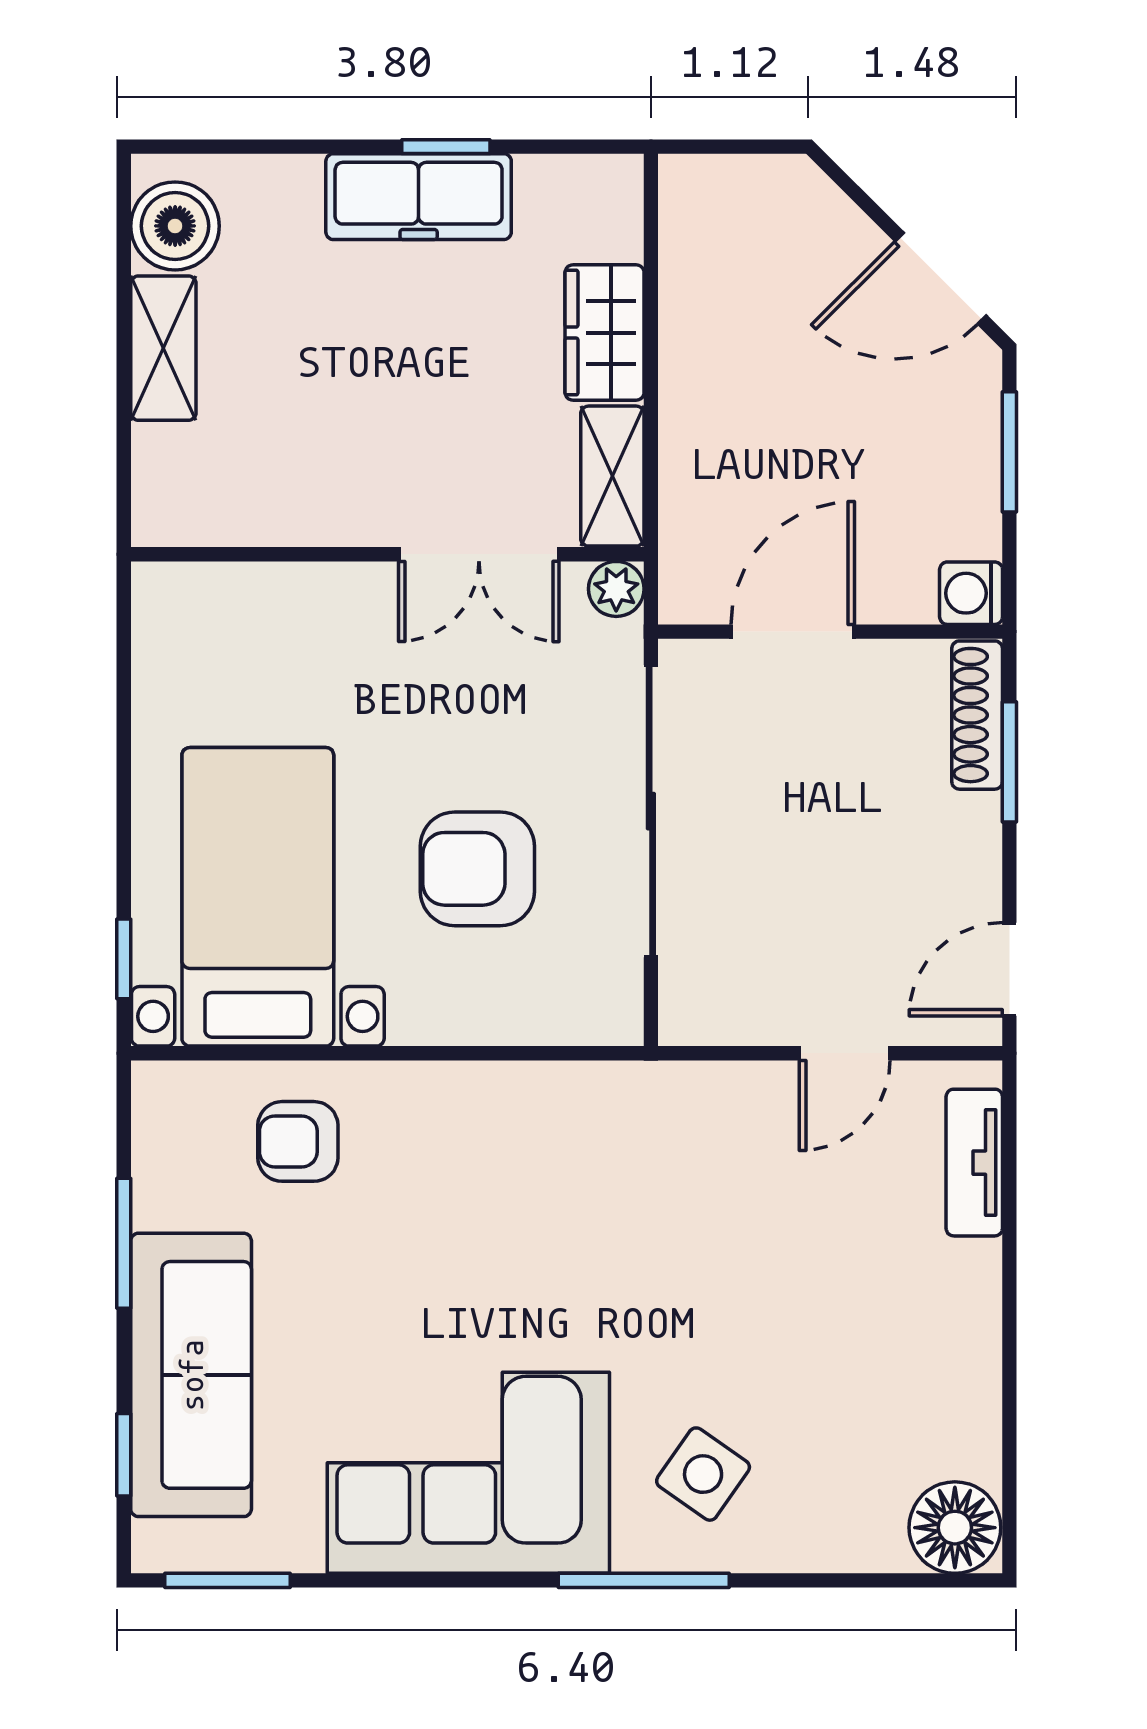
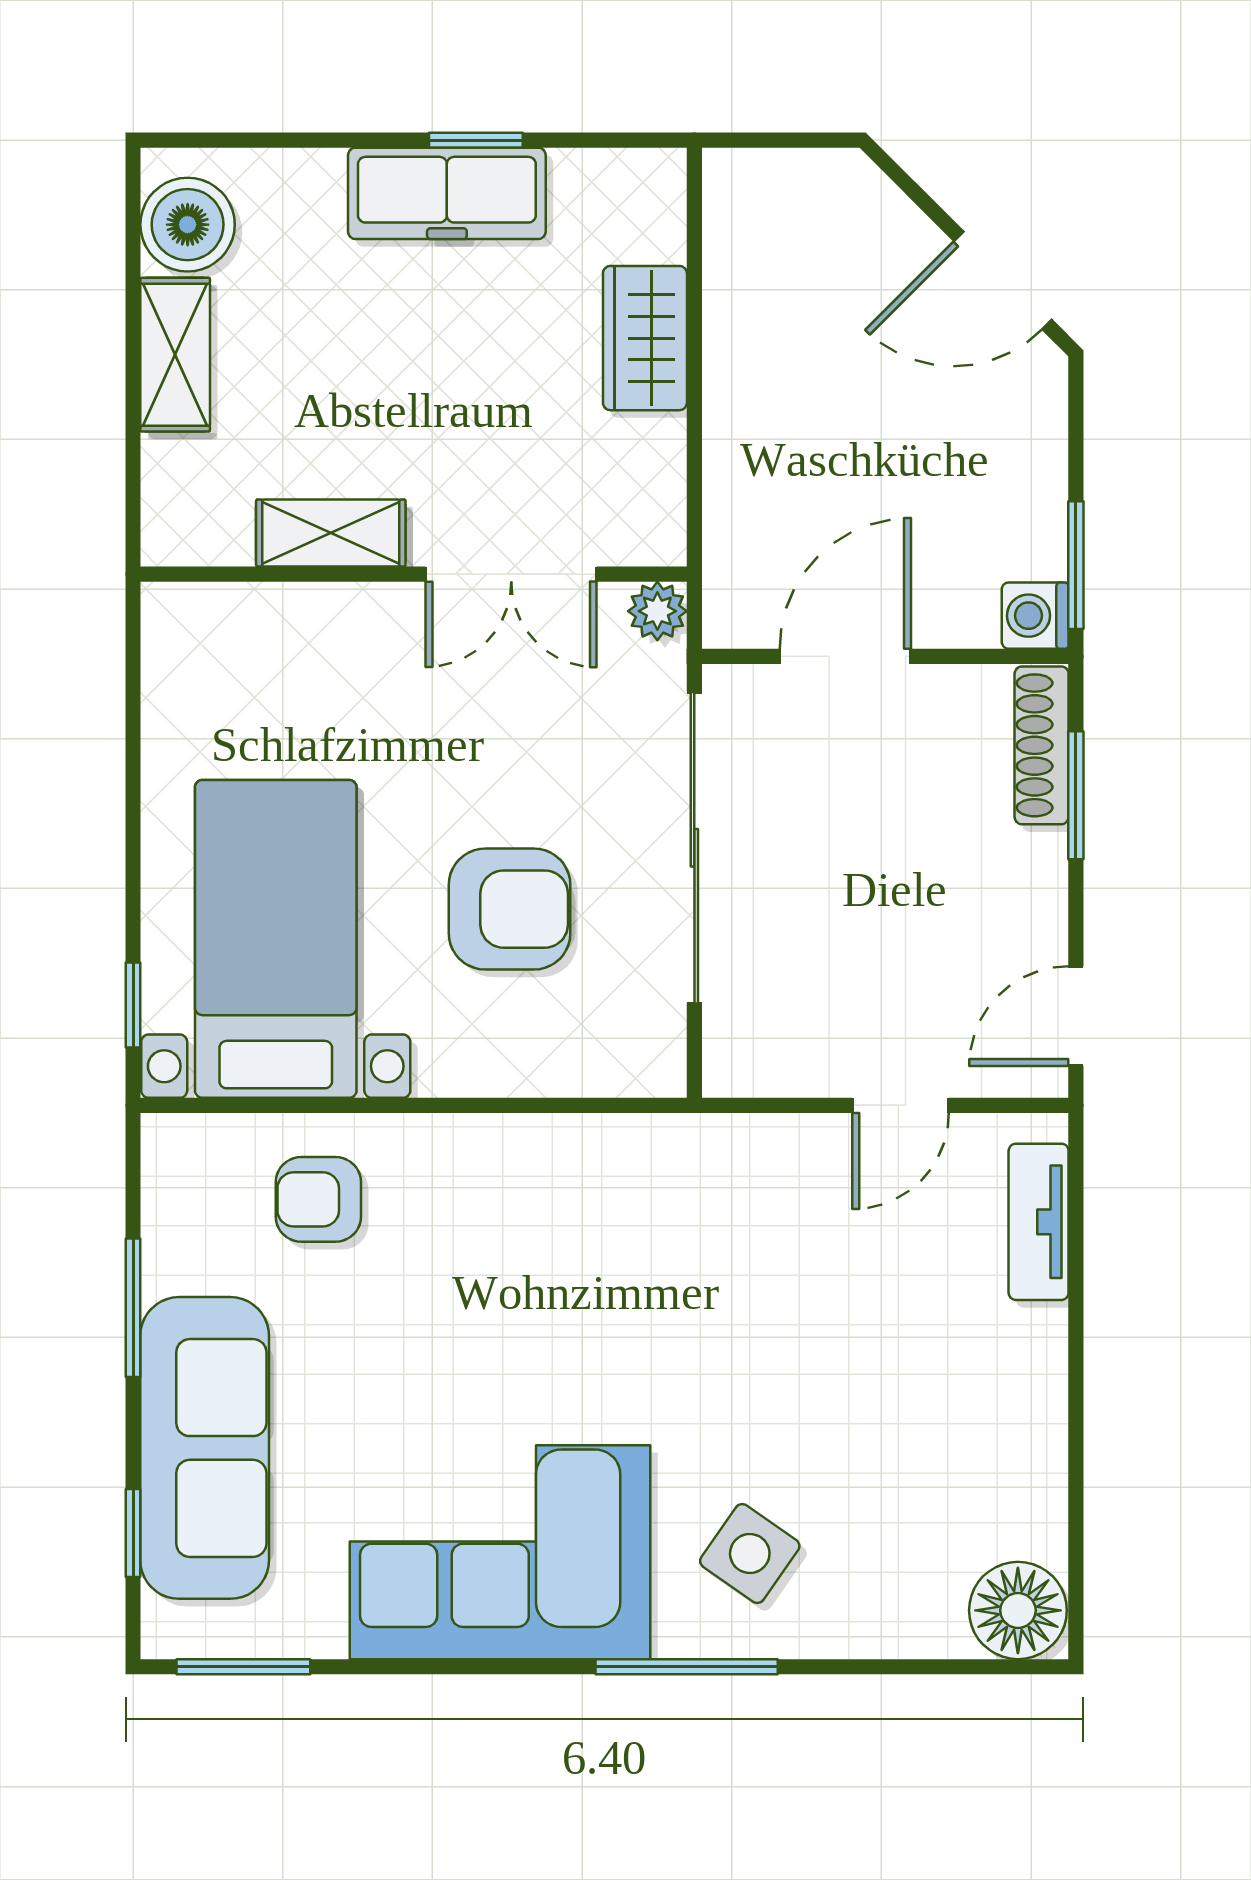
window: (1009, 452) -> (1076, 565), moved
shelving: (612, 476) -> (331, 533), moved, turned 90
armchair: (477, 869) -> (510, 909), turned 180

